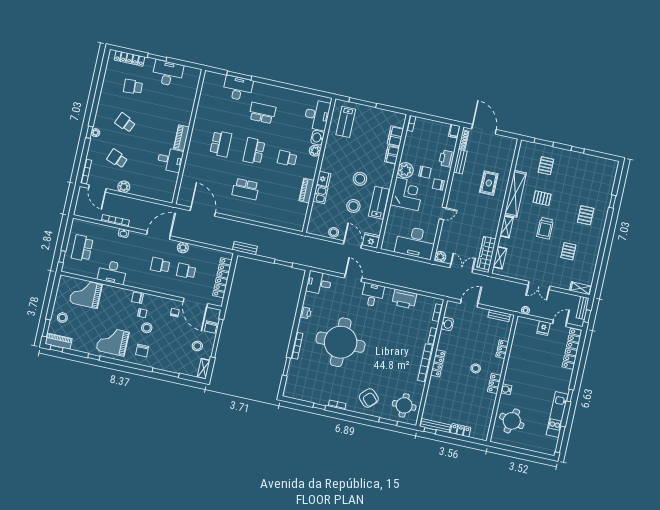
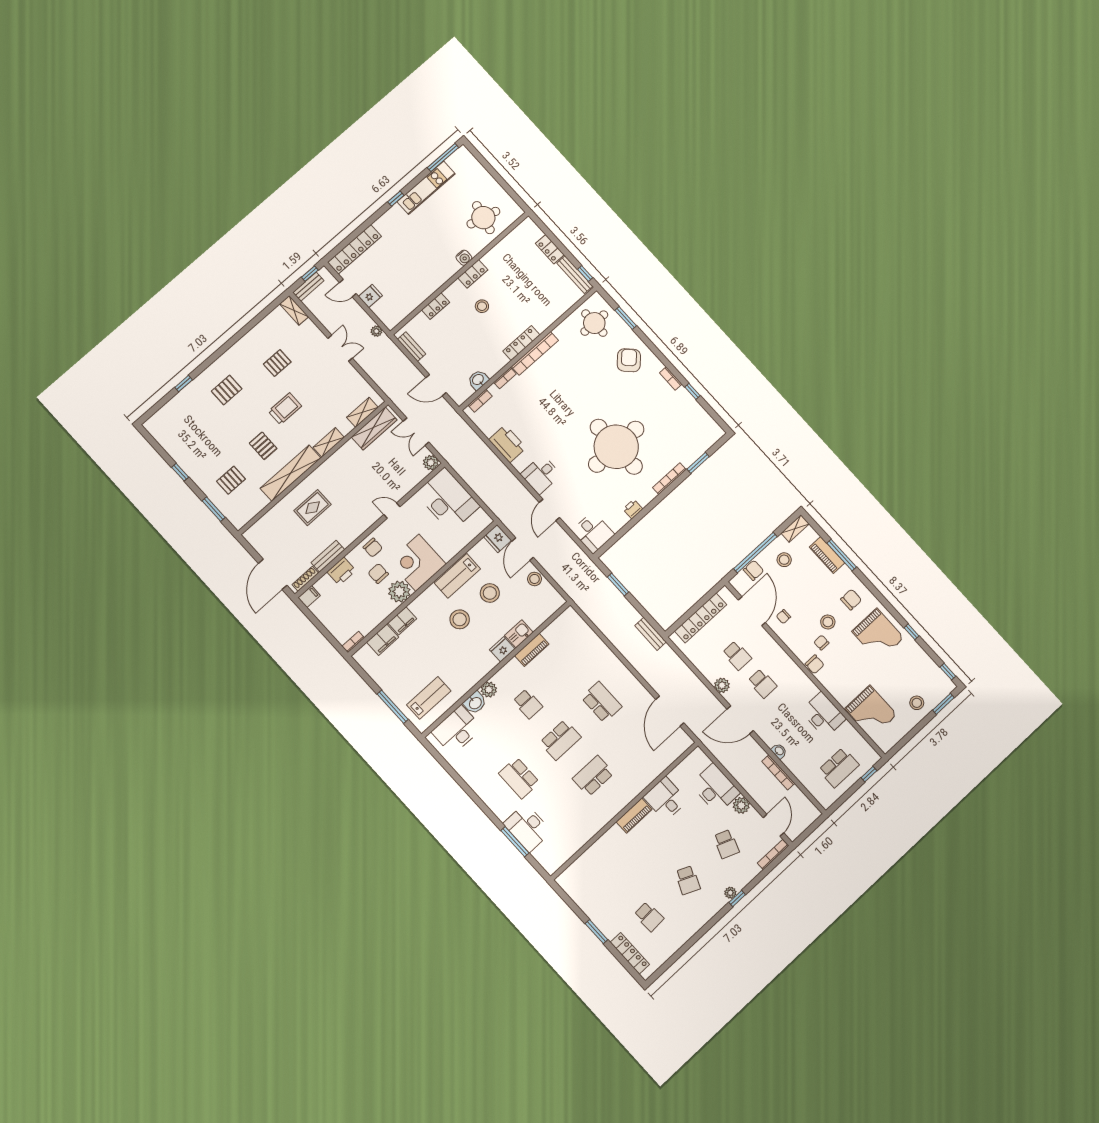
desk: (168, 73) -> (715, 788), moved, turned 180
piano: (59, 341) -> (827, 555), moved

